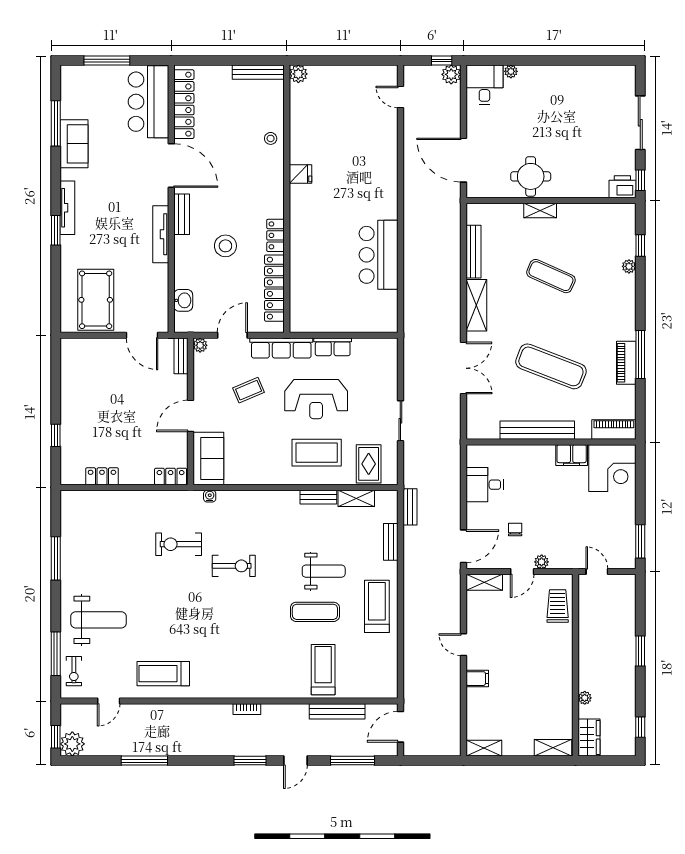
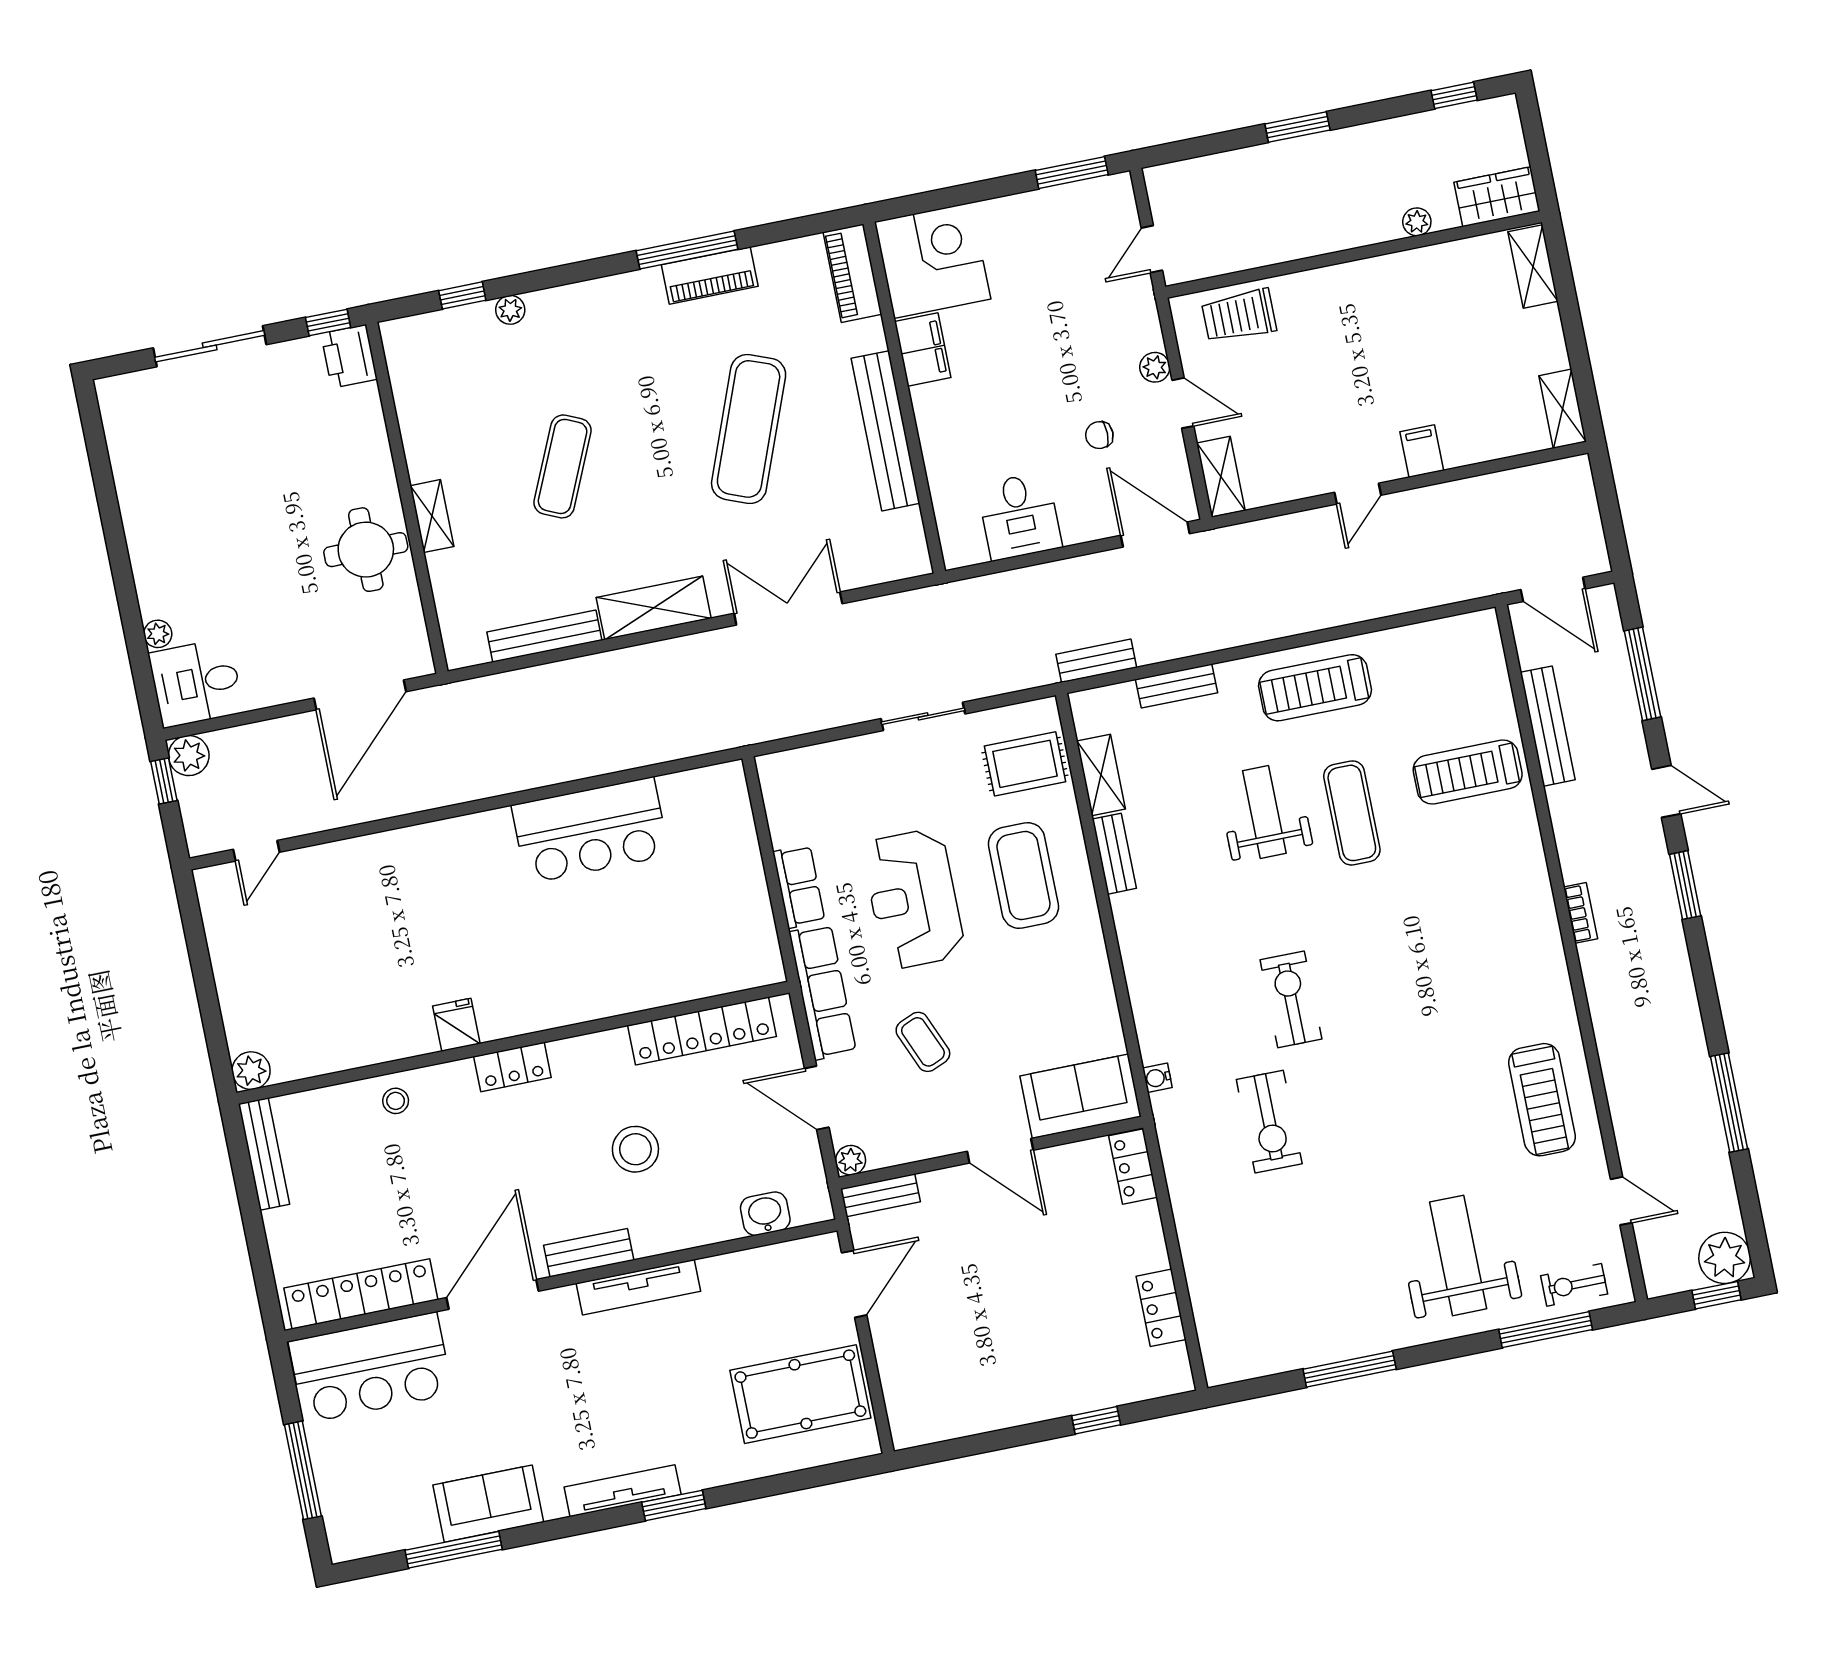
locker: (275, 235) -> (512, 1067), moved
reception desk: (316, 399) -> (913, 899), turned 180
exercise bike: (74, 671) -> (1574, 1285), turned 180

